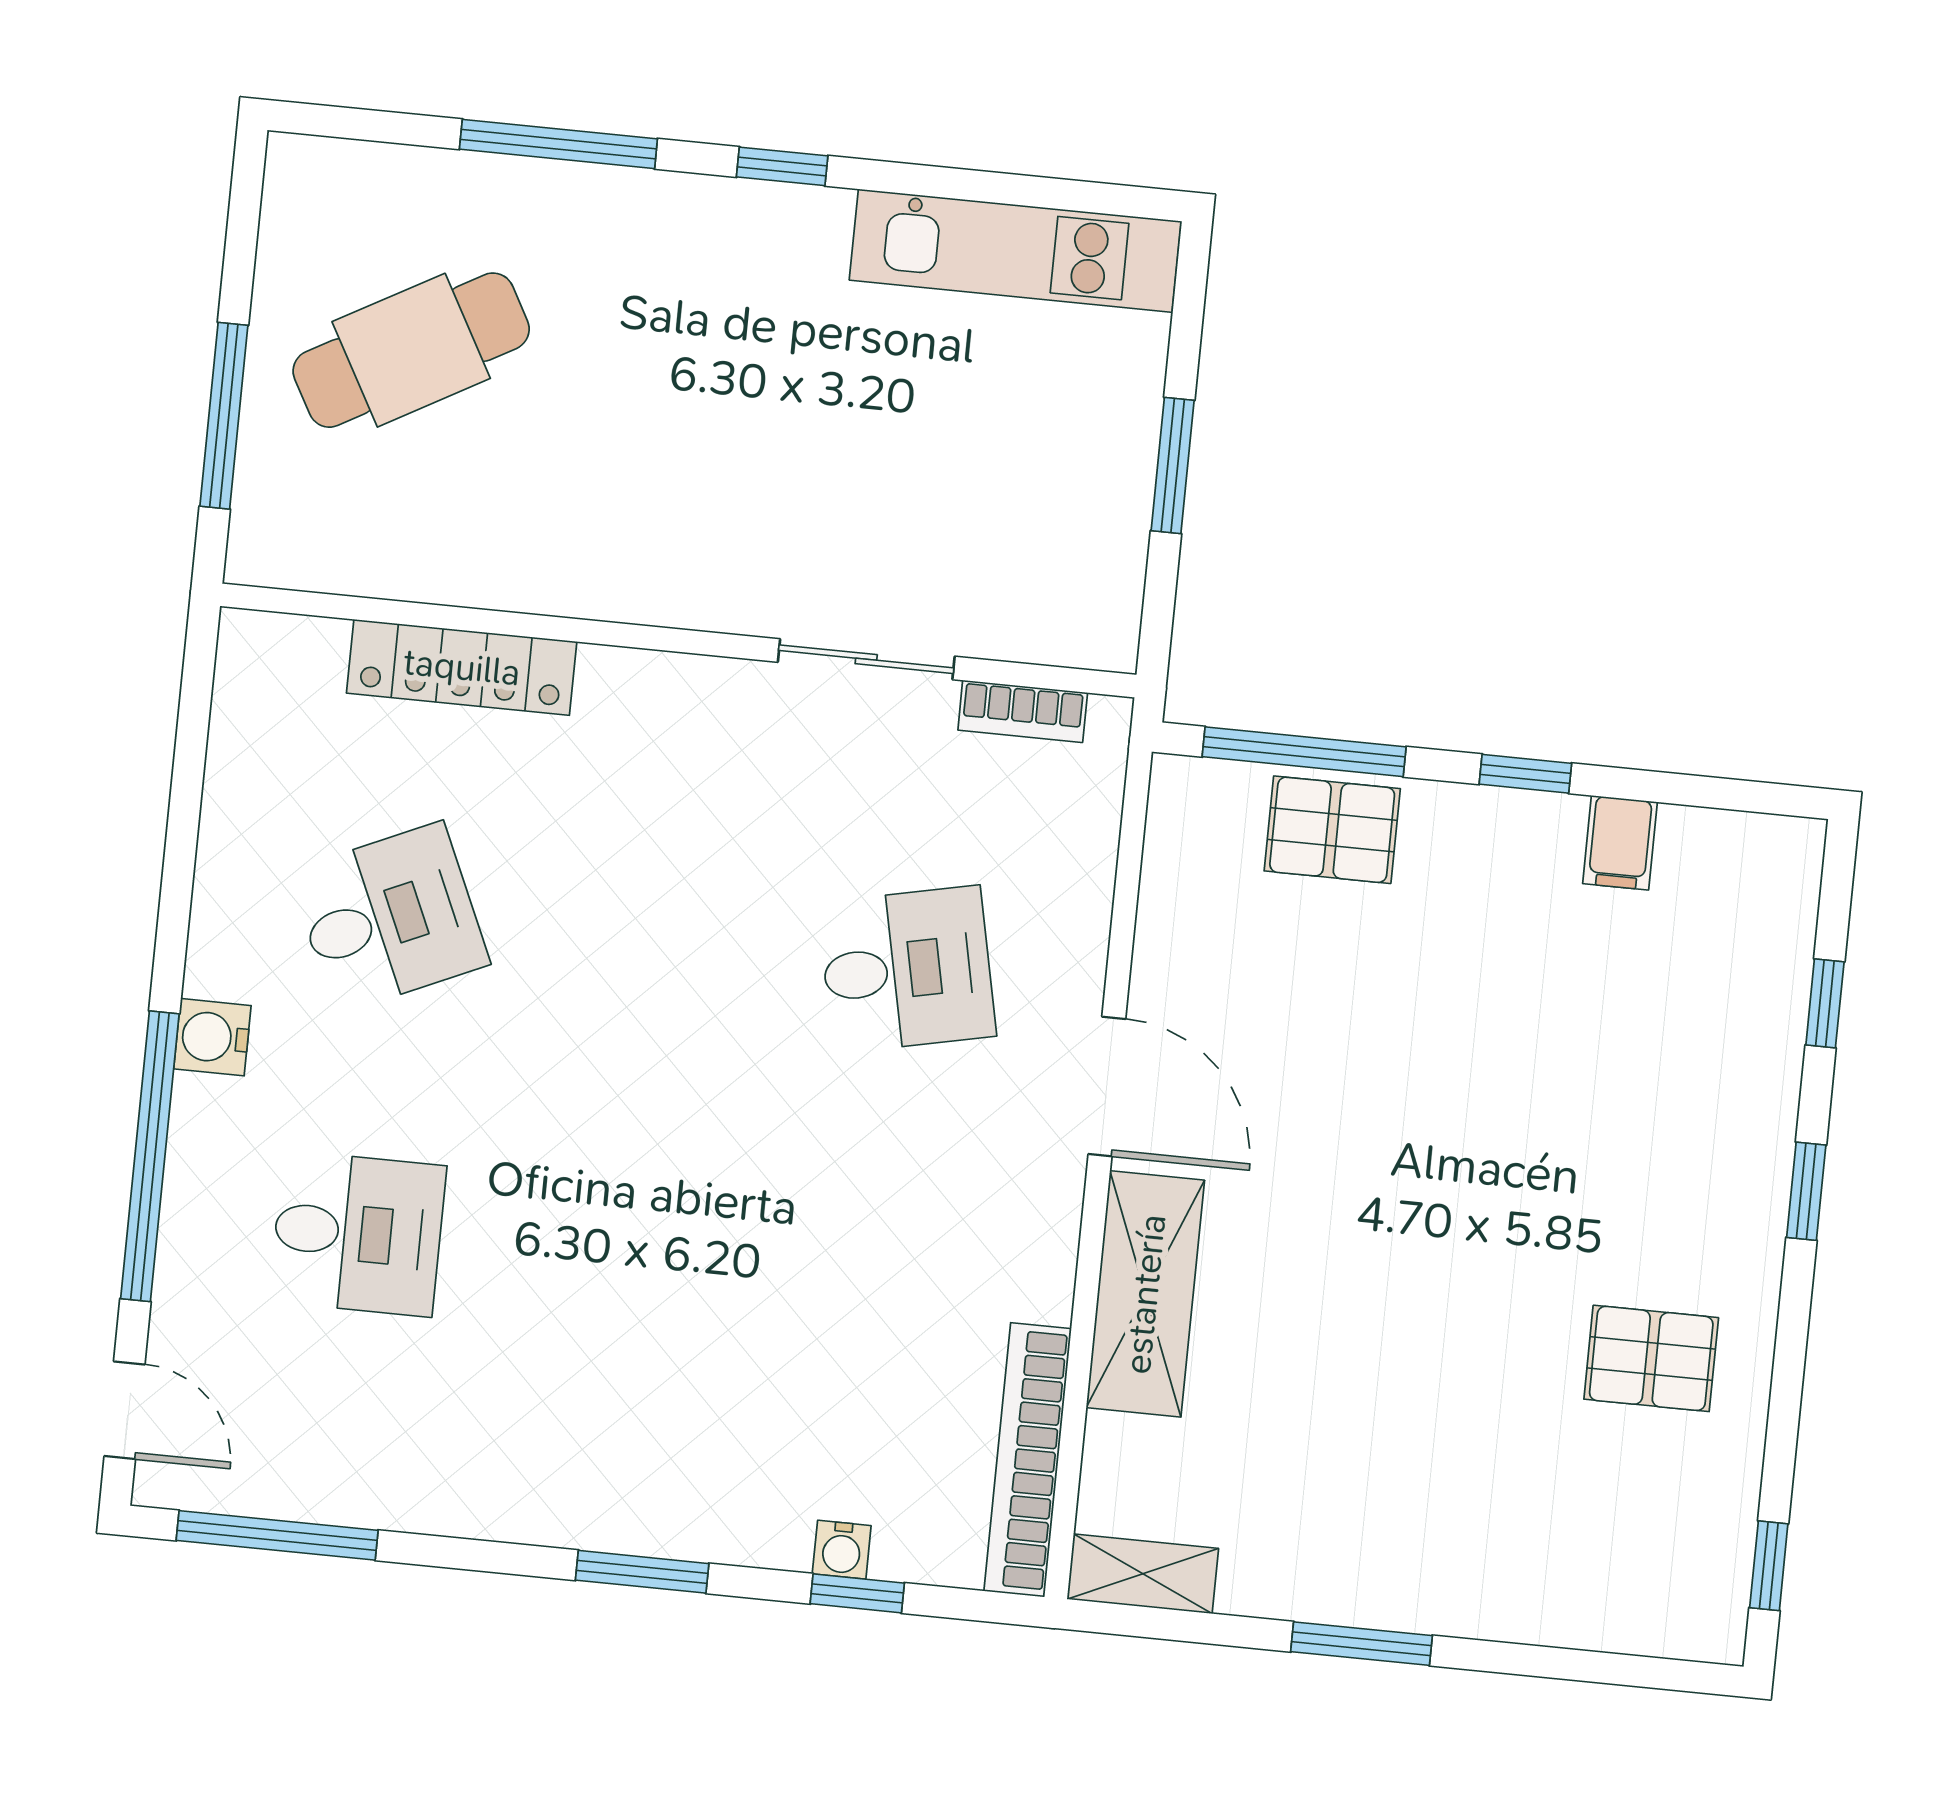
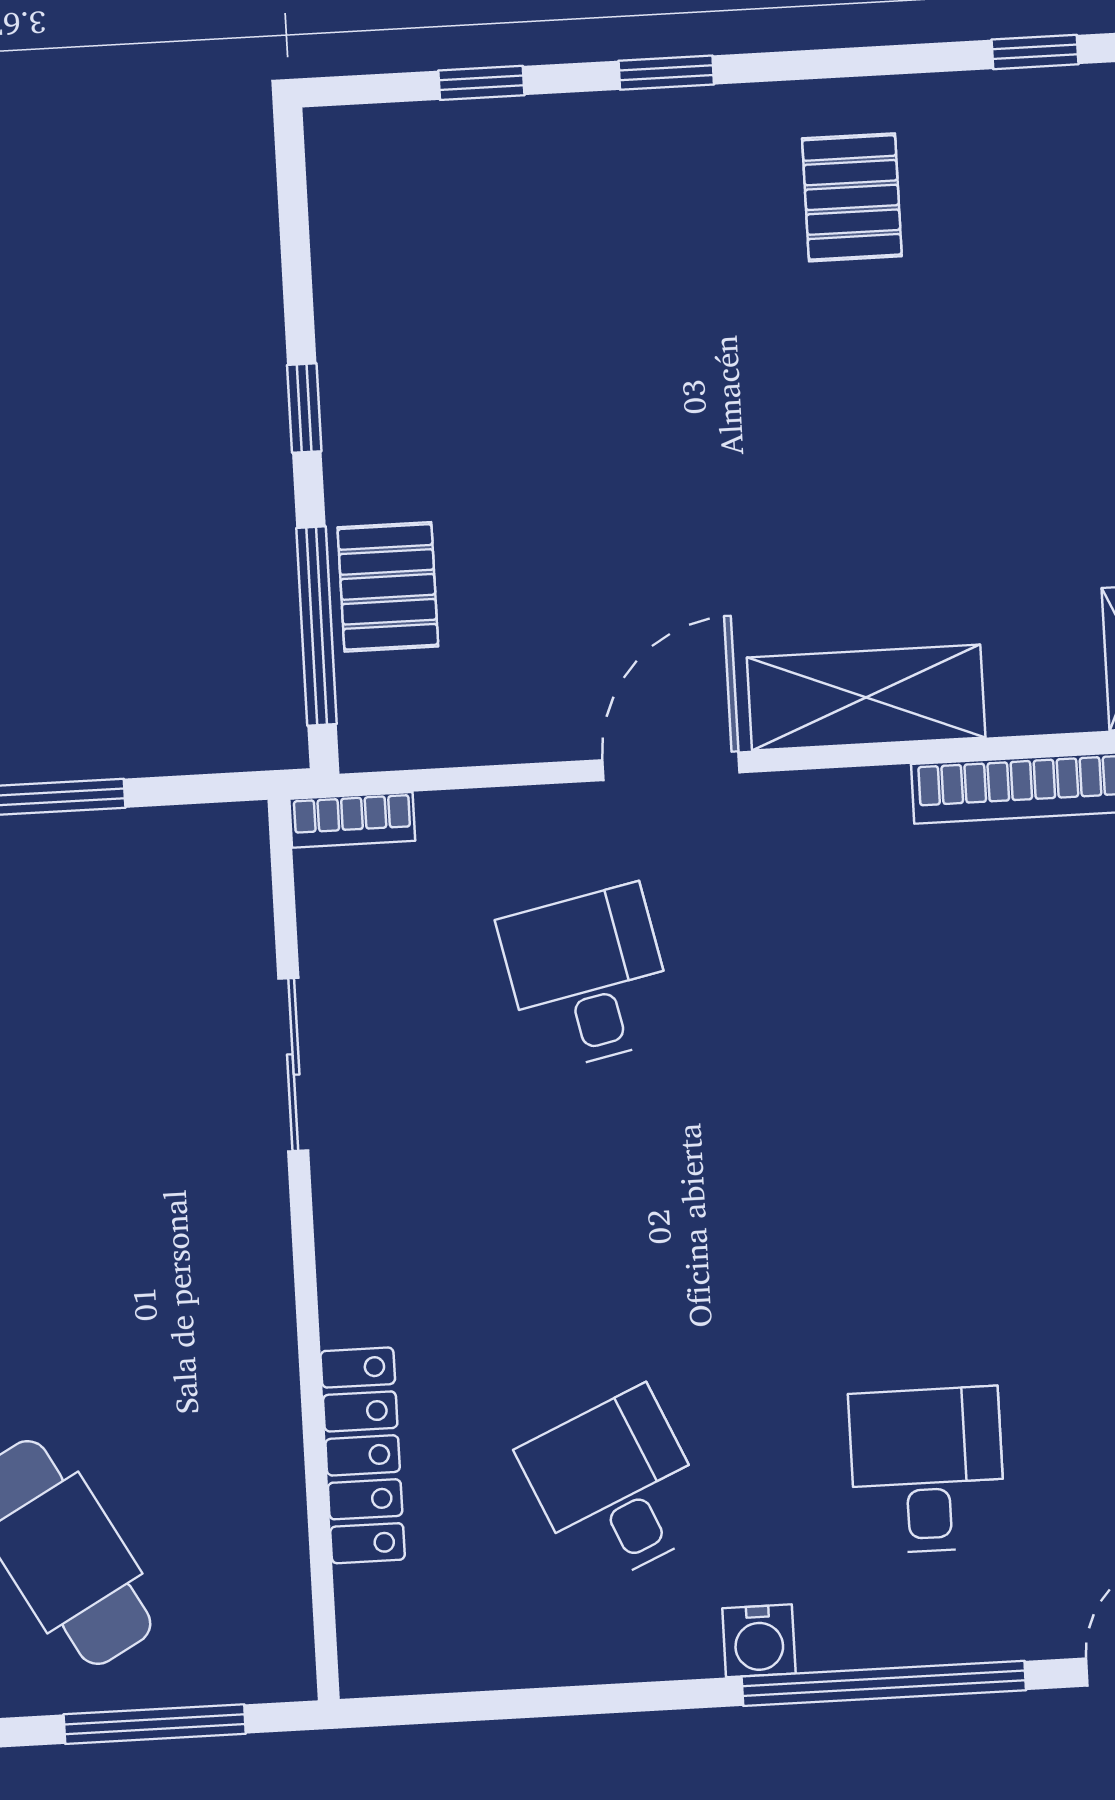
bookcase: (1023, 711) -> (352, 820), moved, turned 90
filing cabinet: (1620, 843) -> (357, 306), removed

